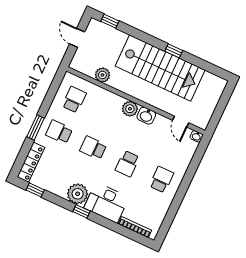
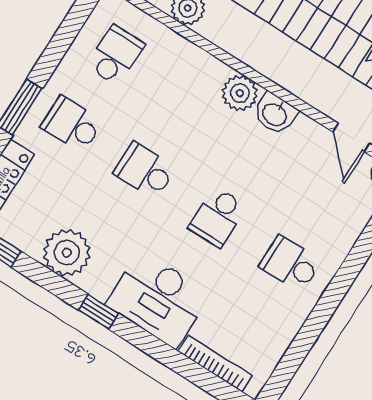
school desk: (162, 180) -> (290, 264), turned -90
plant: (78, 194) -> (67, 253), moved

